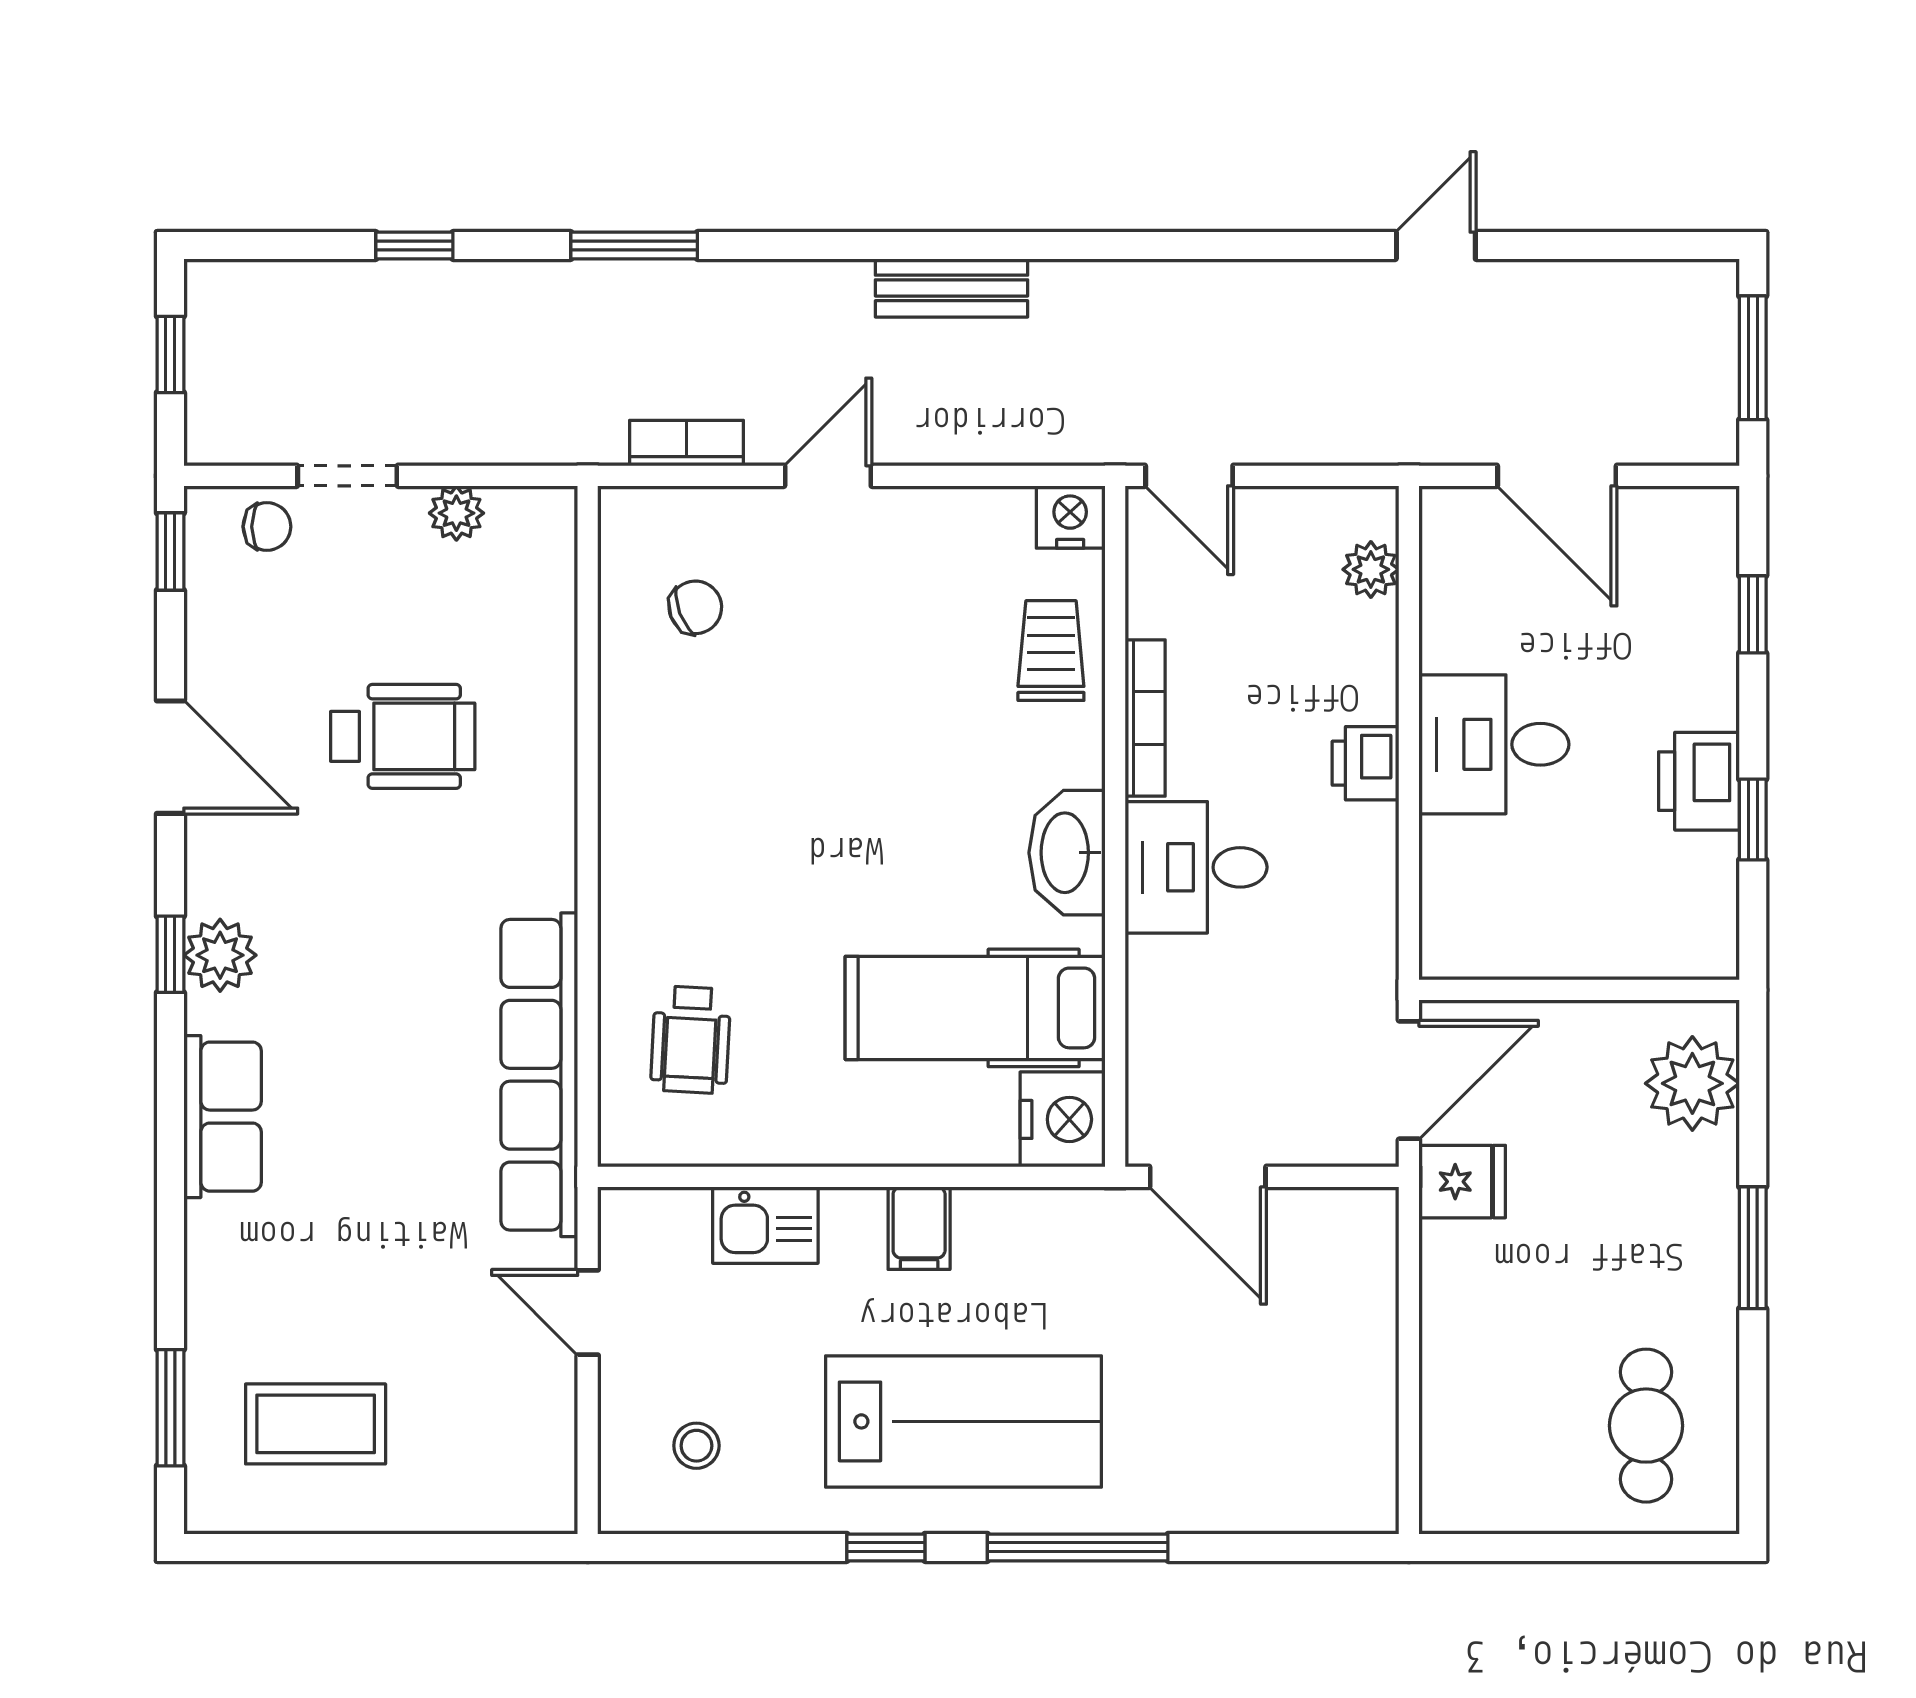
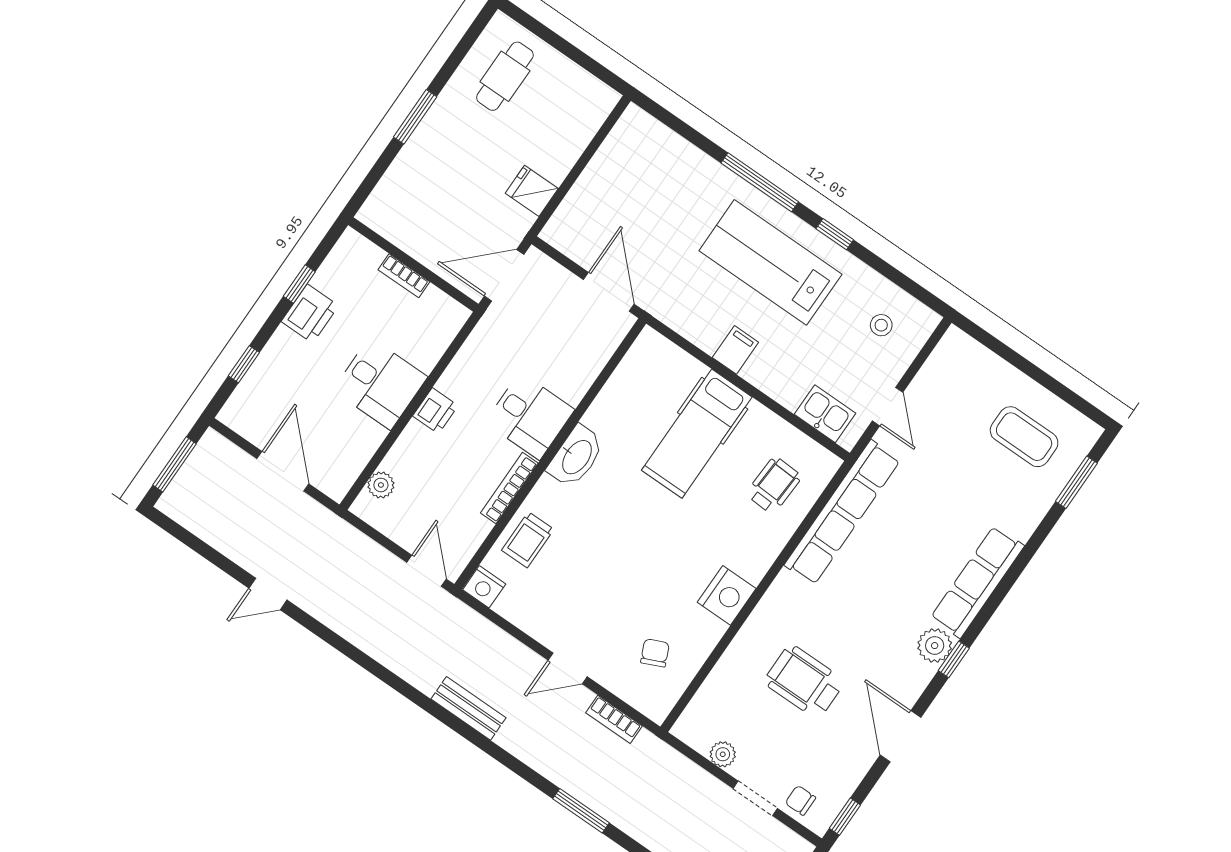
chair: (695, 607) -> (655, 653), turned 87
bookcase: (1582, 959) -> (404, 276), added
hospital bed: (975, 1008) -> (697, 434), moved, turned 90
plant: (1692, 1083) -> (394, 197), removed
row of seats: (223, 1117) -> (977, 582), width x1.48
nightstand: (1063, 1119) -> (727, 595), moved, turned 180
fridge: (1462, 1182) -> (532, 191), moved
kitchen sink: (765, 1225) -> (825, 414), moved

